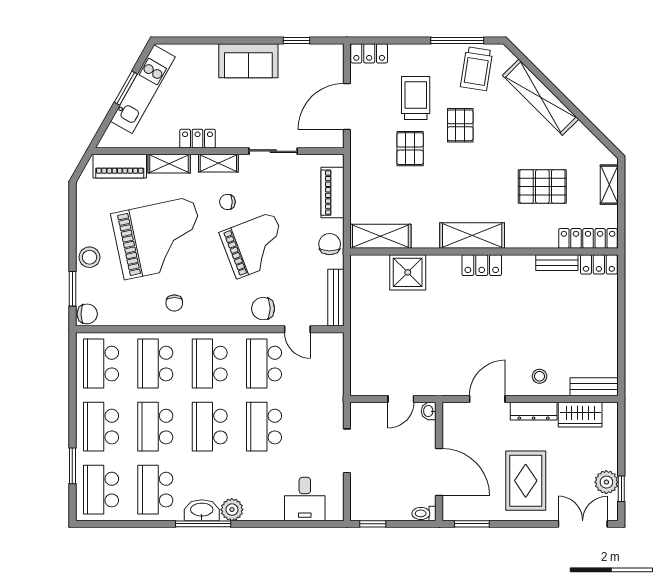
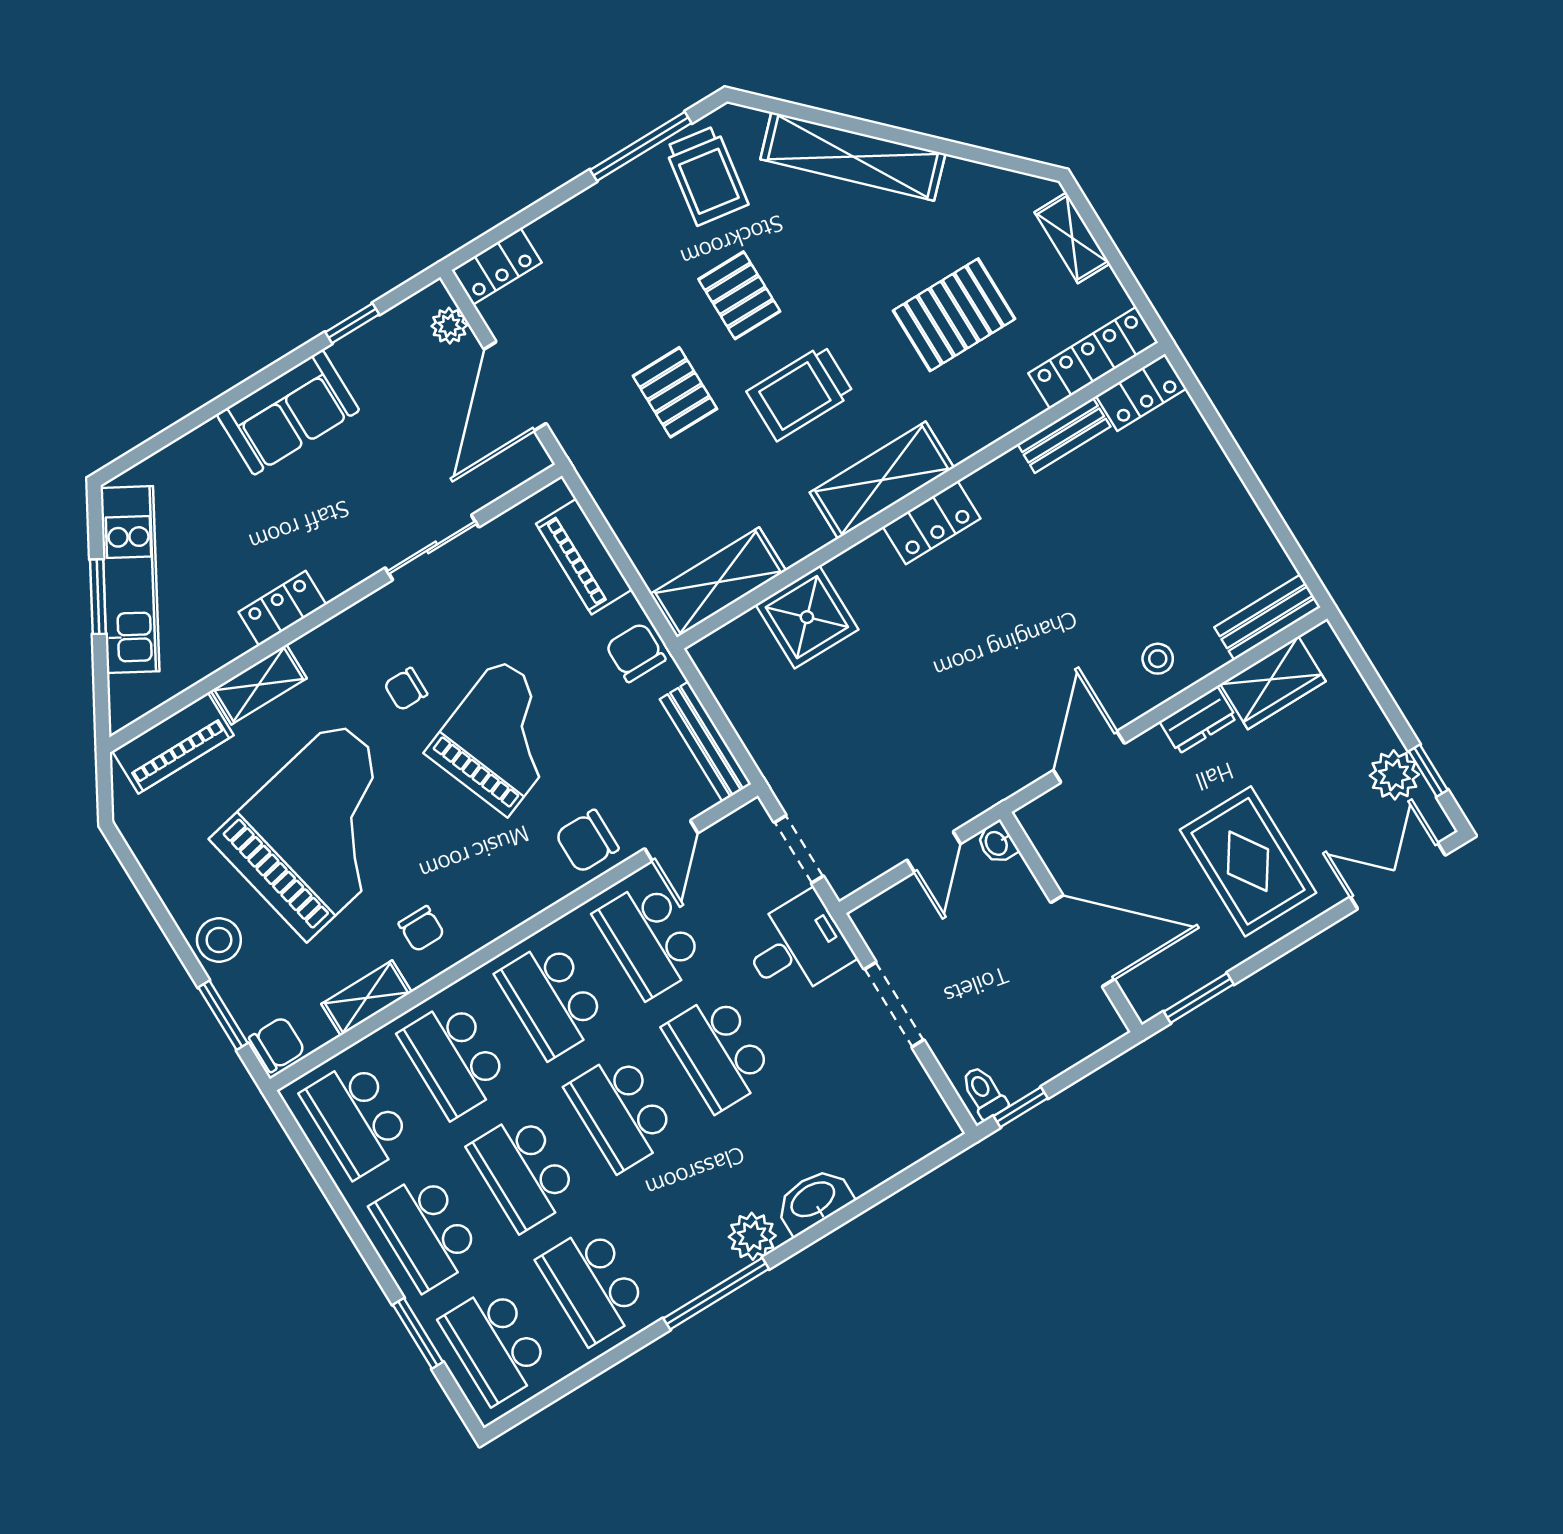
plant: (335, 66) -> (449, 326), added
trolley: (416, 98) -> (800, 393), moved, turned -90
shelving: (218, 163) -> (367, 998), moved
door: (297, 329) -> (671, 841), hinge flipped
doorway: (347, 364) -> (799, 849), added
dresser: (534, 411) -> (1198, 720), width x0.70
desk: (305, 499) -> (797, 946), moved, turned -90
washbasin: (202, 510) -> (813, 1200), moved
toilet: (424, 513) -> (984, 1093), moved, turned 90

